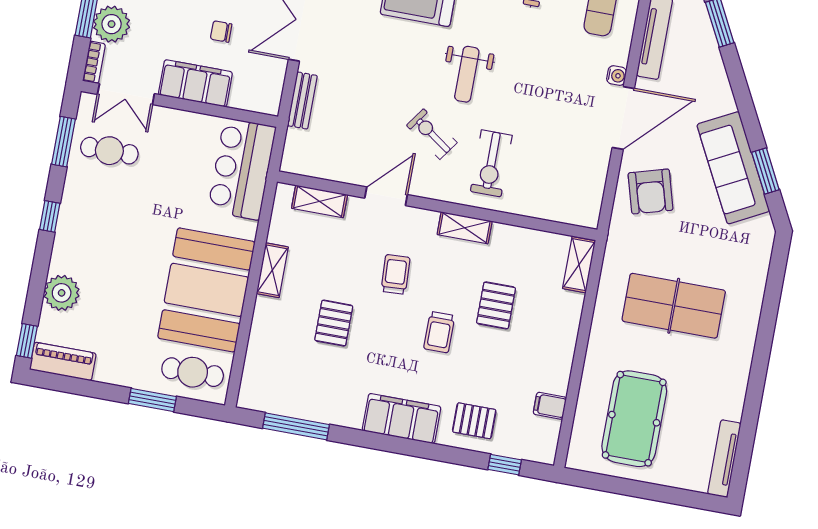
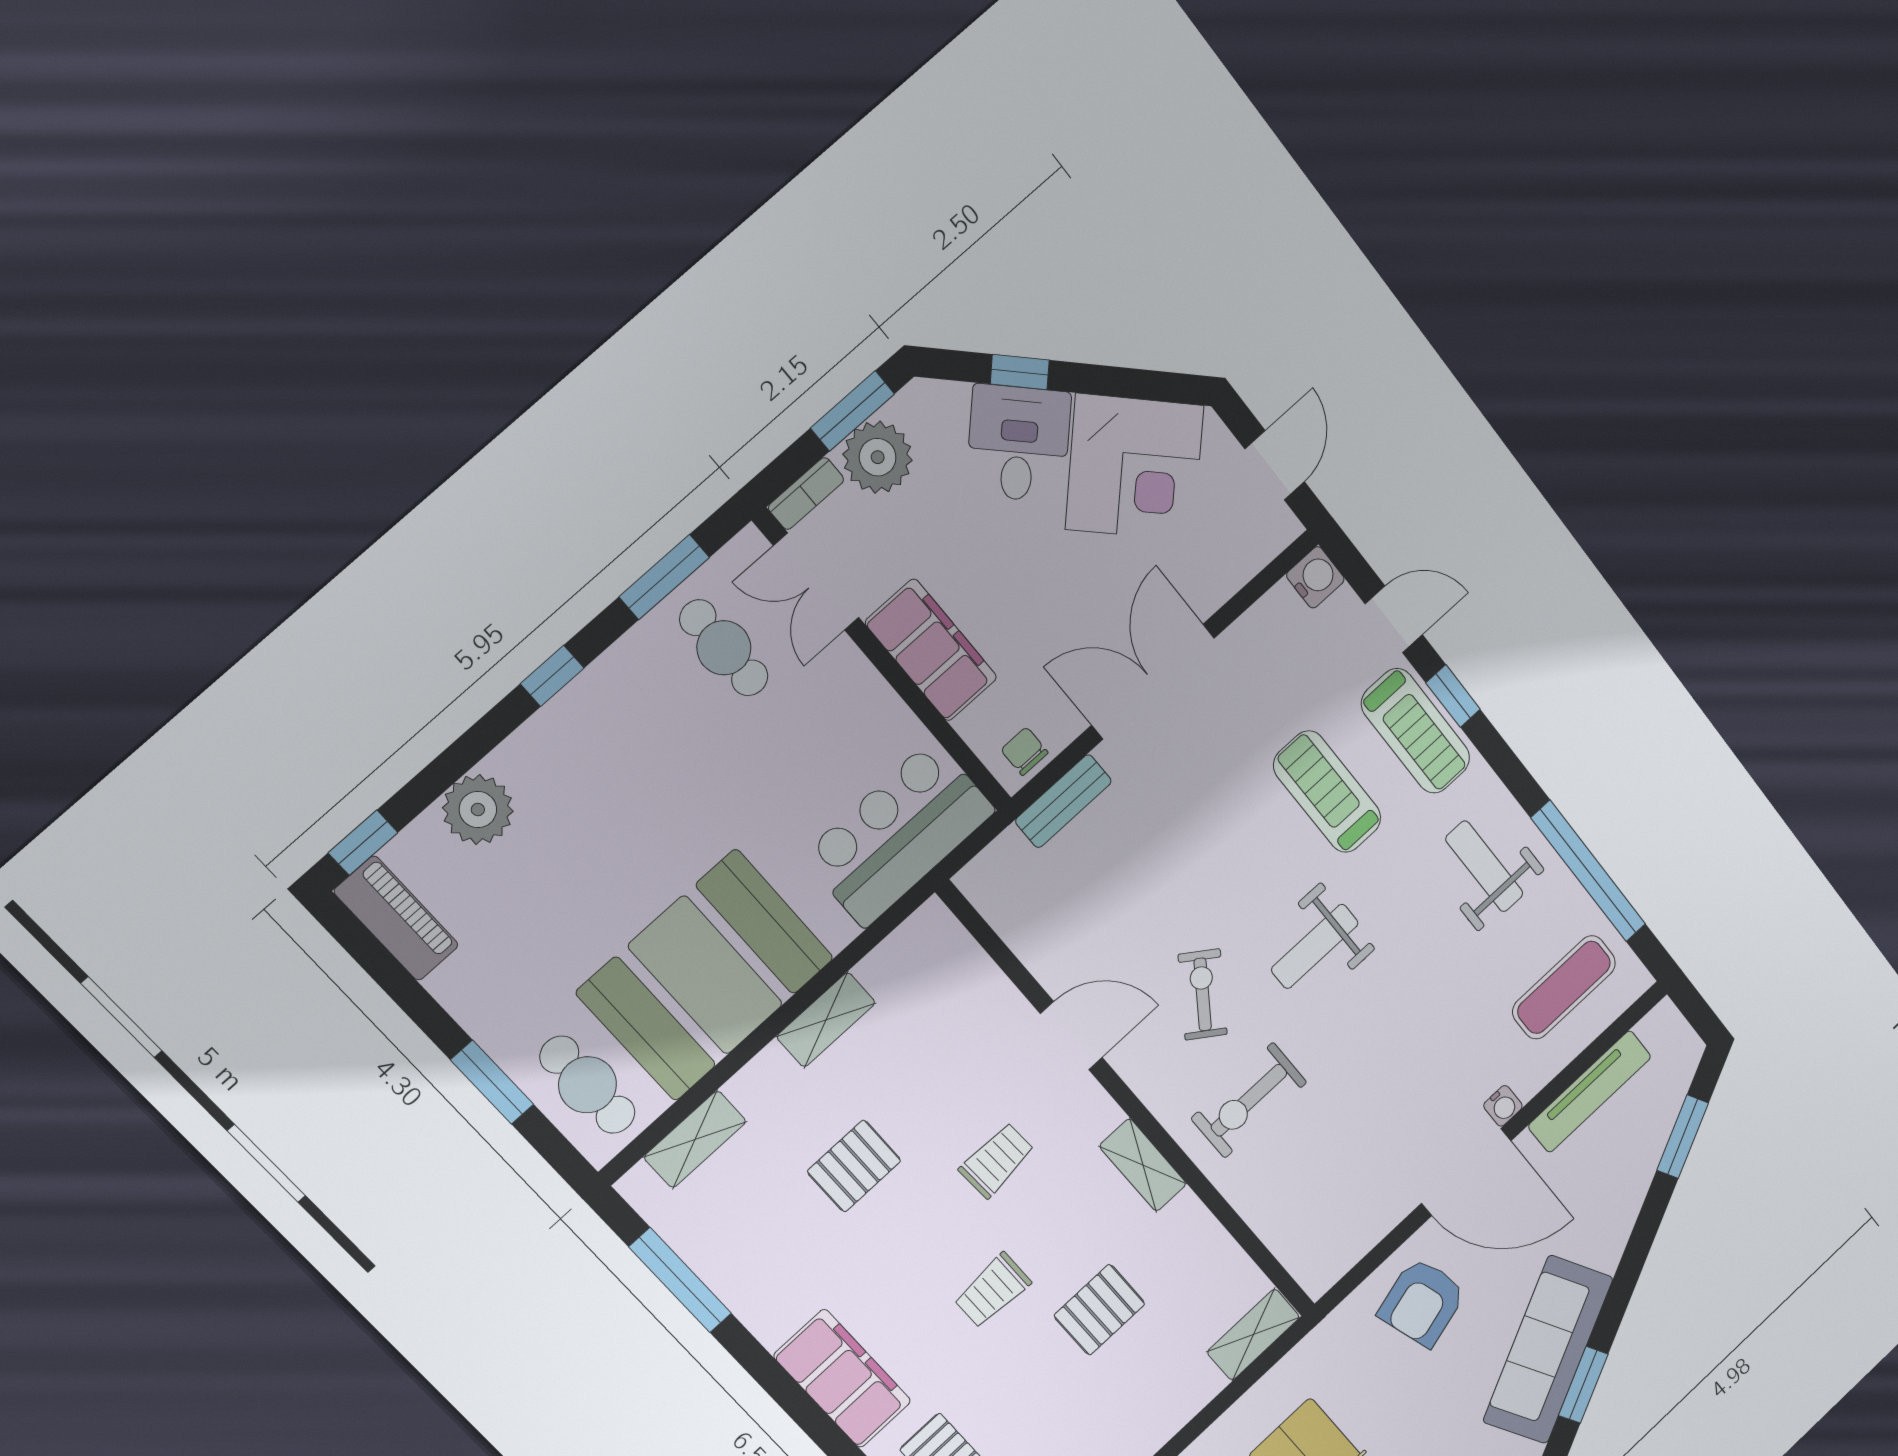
chair: (221, 32) -> (1025, 751), moved
shelving: (320, 201) -> (695, 1139), moved, turned 90

